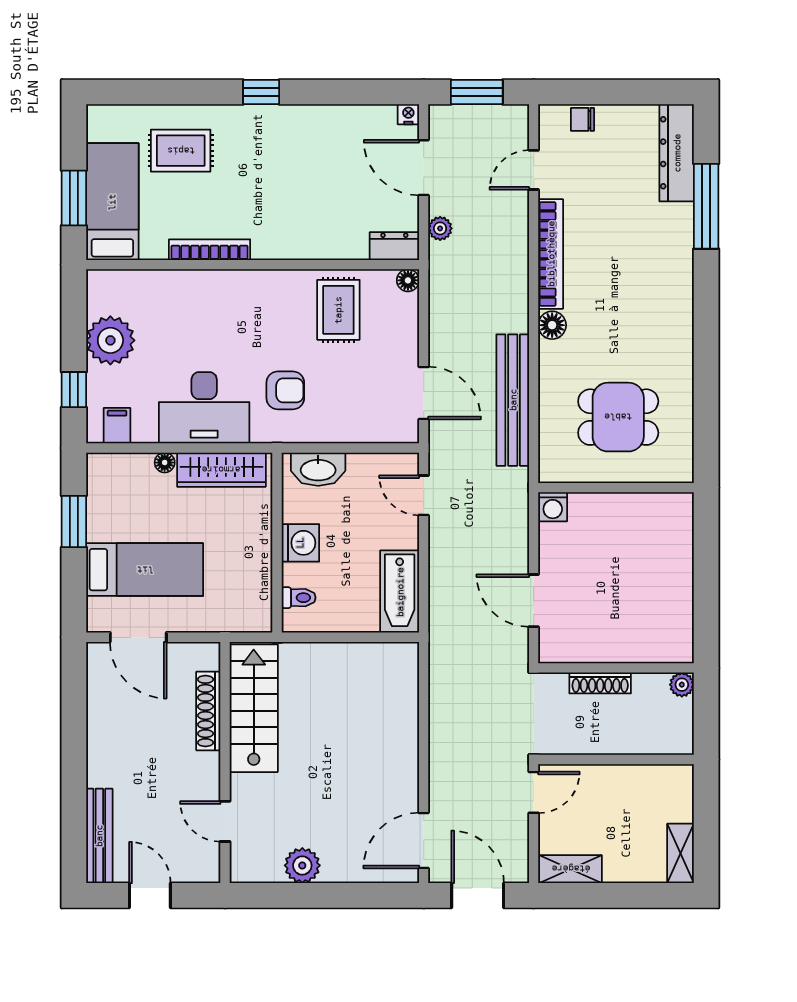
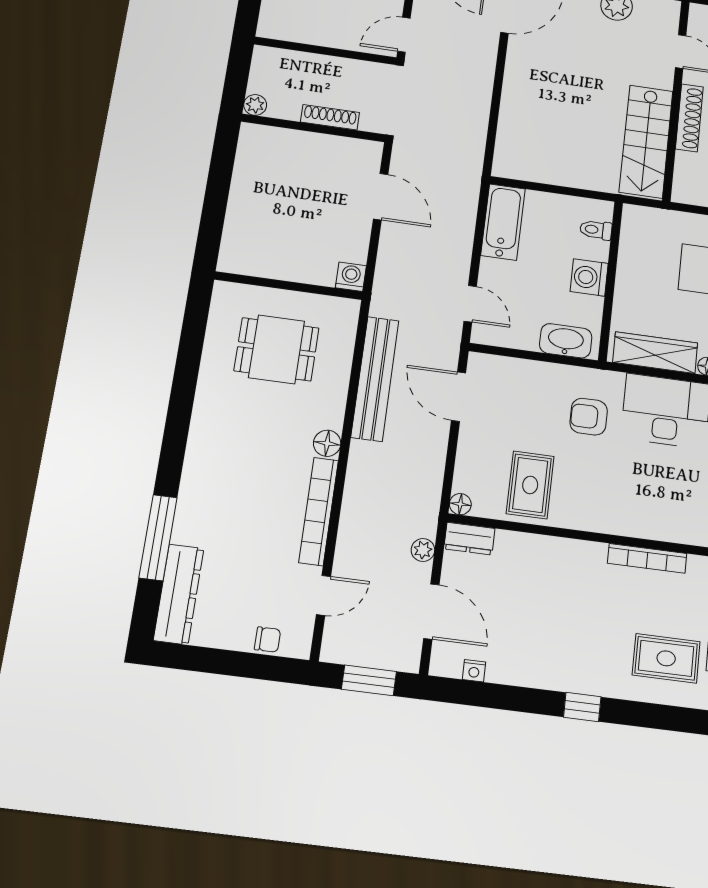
nightstand: (408, 114) -> (474, 671), moved
shoe rack: (208, 711) -> (689, 118), moved

